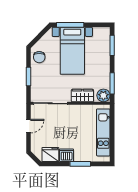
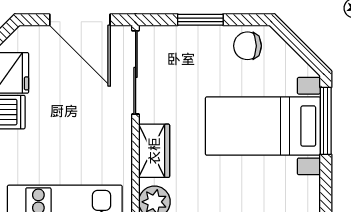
door: (29, 126) -> (80, 20), width x1.88

